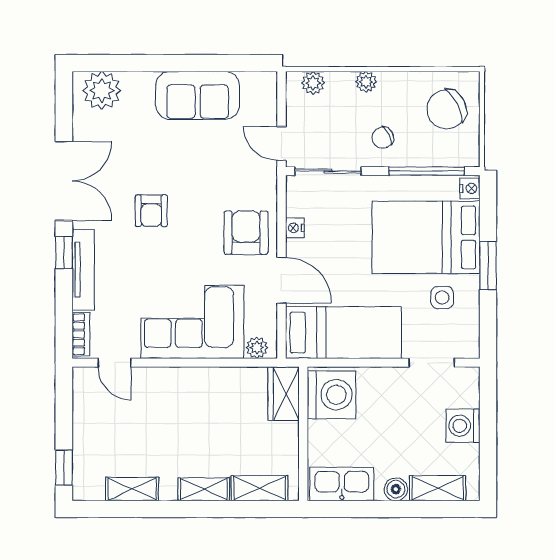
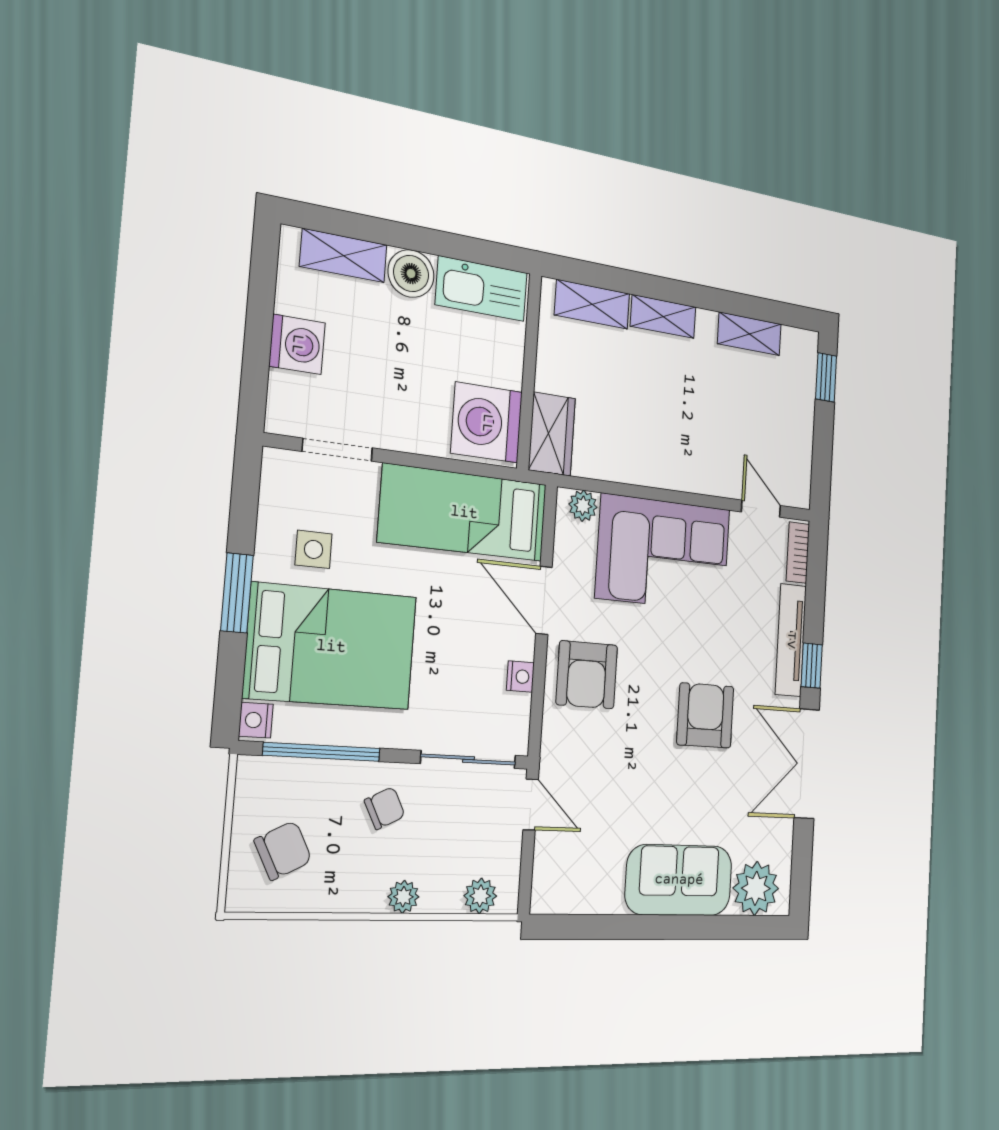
sofa: (198, 95) -> (679, 880), moved
chair: (446, 109) -> (283, 850), width x0.73, depth x0.73
armchair: (151, 211) -> (705, 715), width x1.38, depth x1.38
boiler: (396, 489) -> (411, 274), width x1.36, depth x1.36

